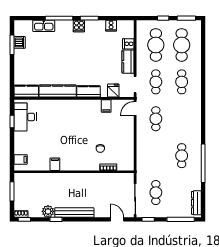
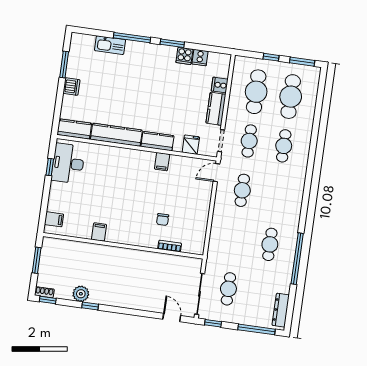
cooker: (79, 26) -> (184, 56), moved
dishwasher: (20, 42) -> (71, 87), moved
filing cabinet: (106, 106) -> (162, 162), moved
bench: (74, 213) -> (116, 300), removed

